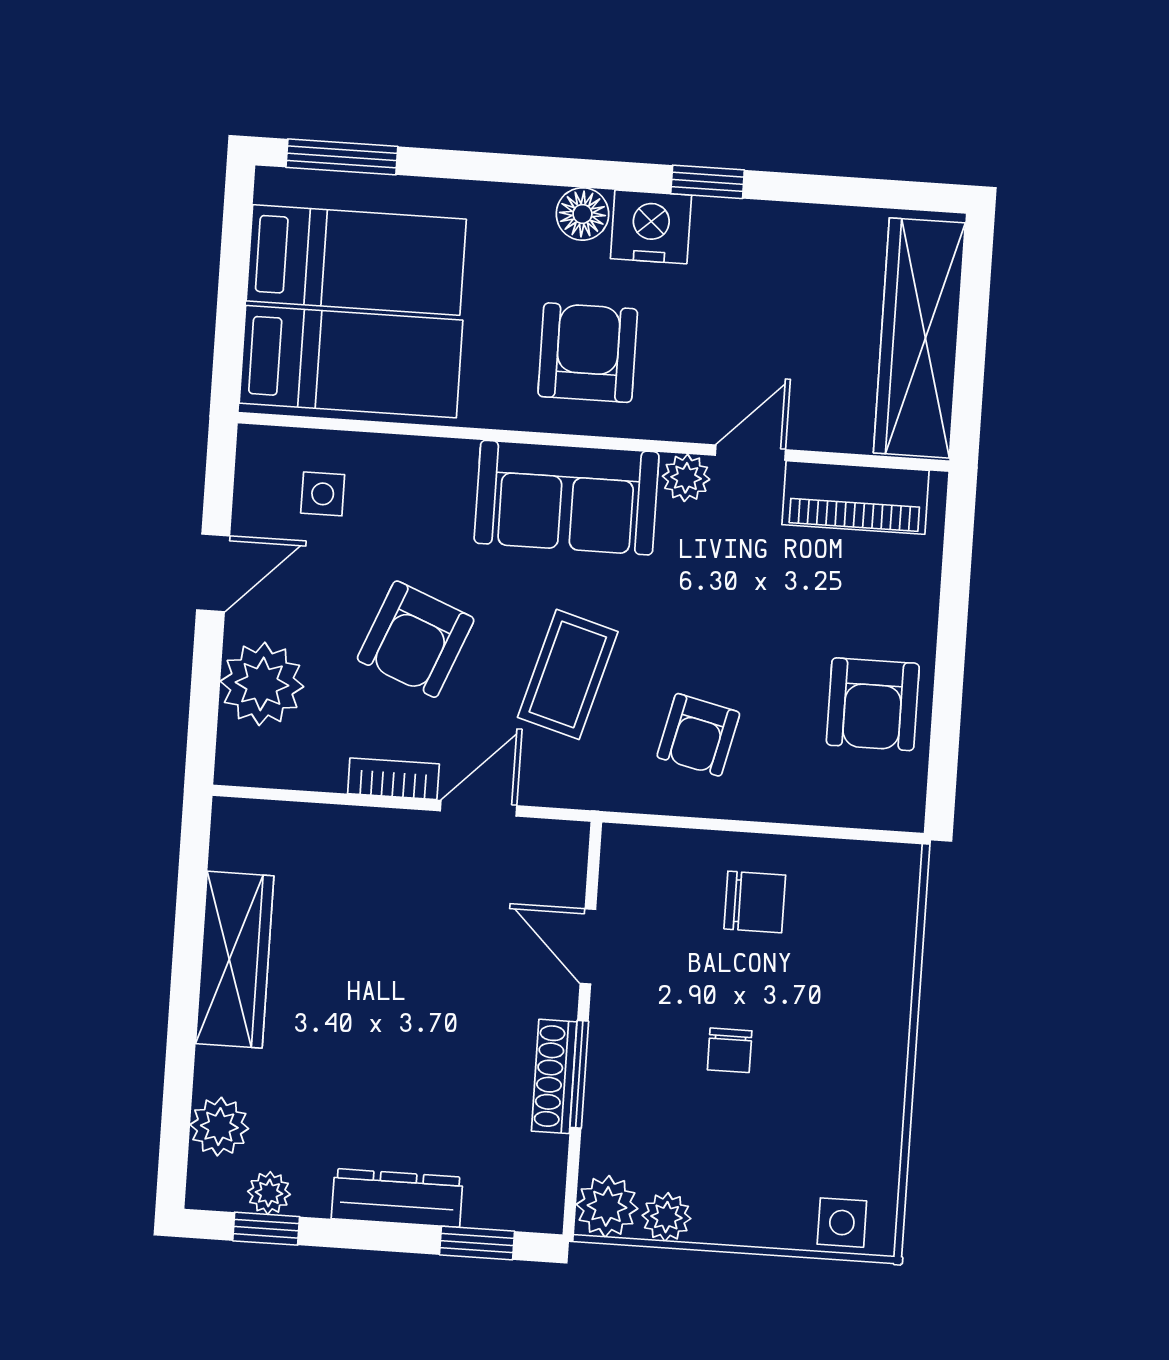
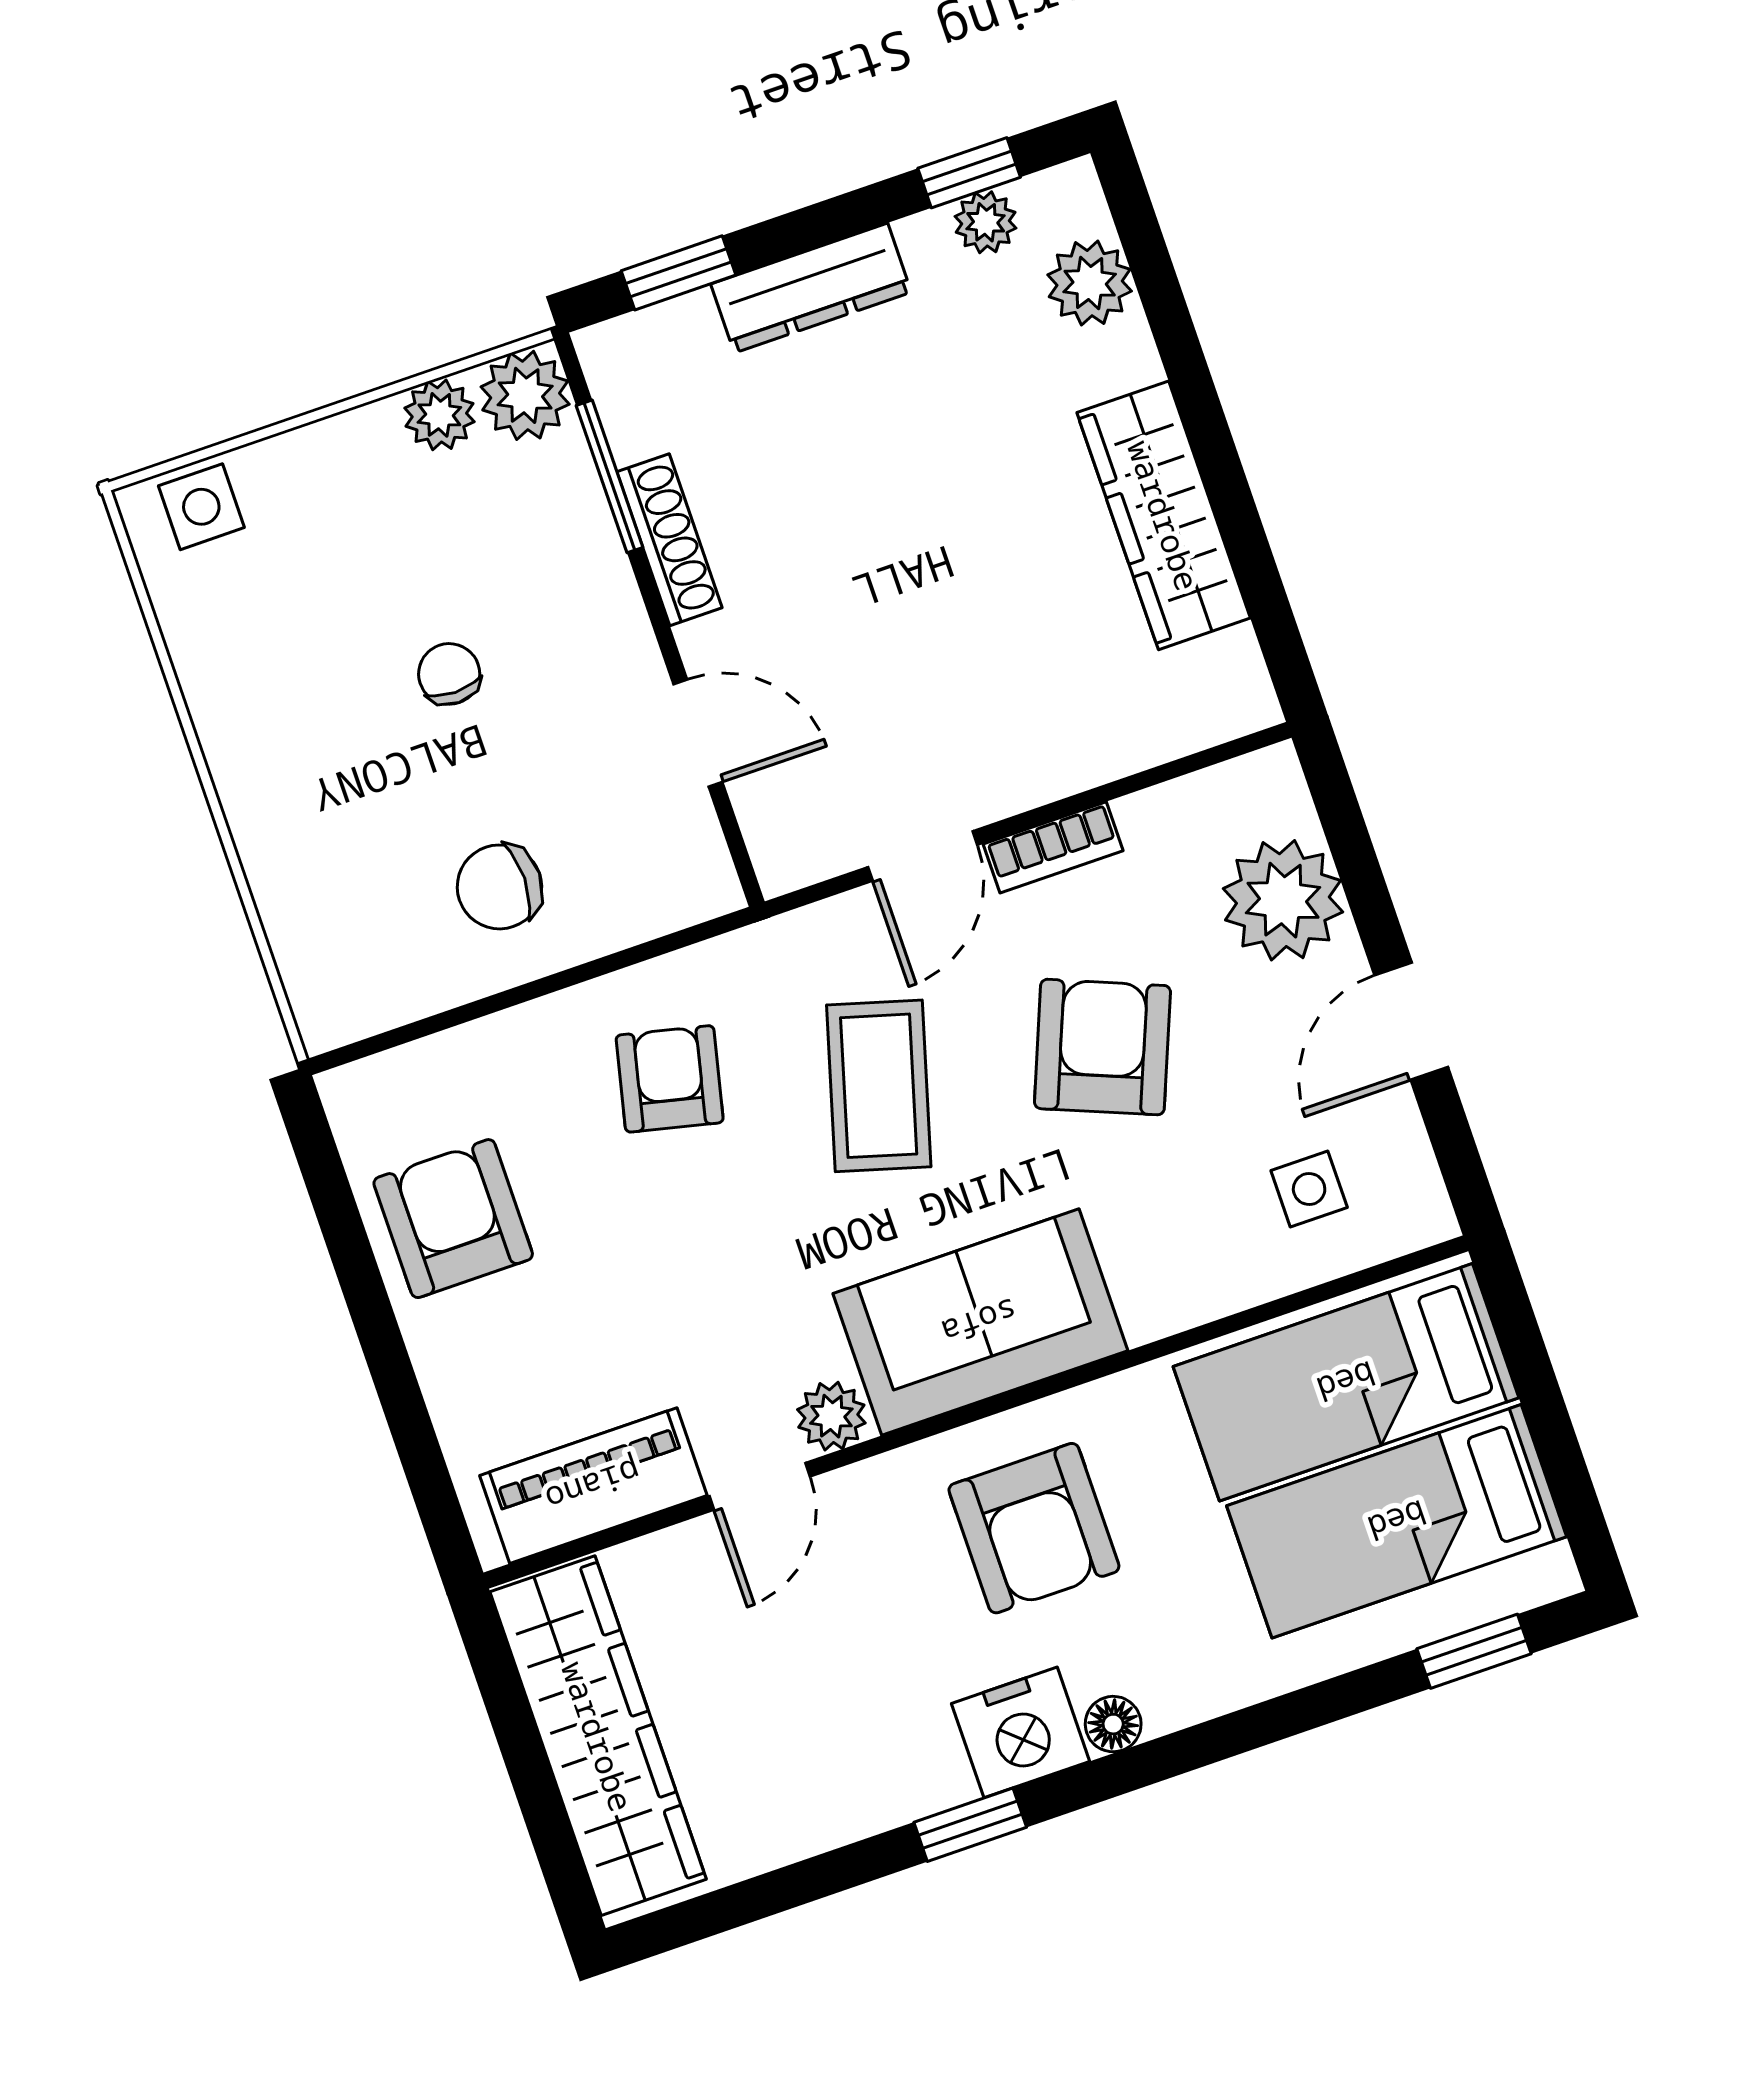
window: (342, 157) -> (1474, 1651), width x0.67
floor lamp: (582, 214) -> (1113, 1724), width x0.73, depth x0.73
window: (579, 1074) -> (610, 476), moved

